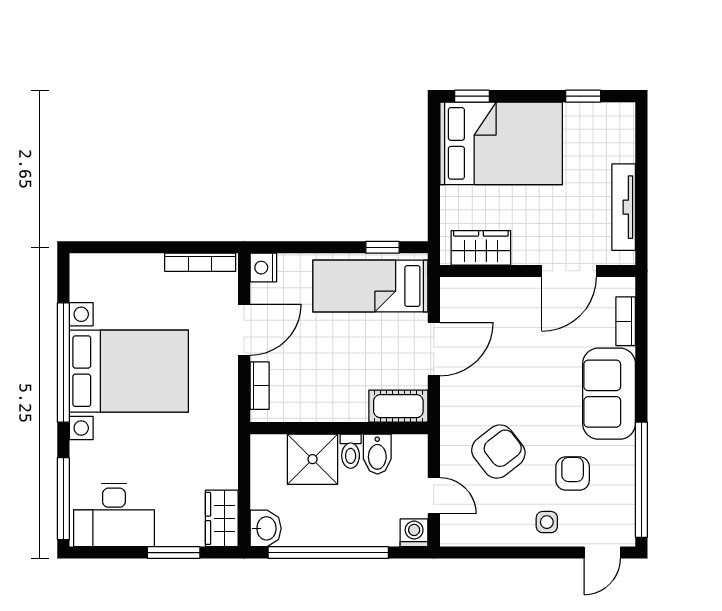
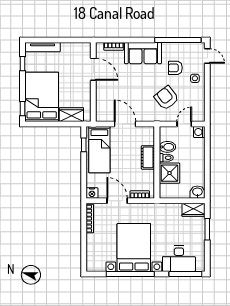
tv unit: (624, 207) -> (43, 47), moved
wardrobe: (481, 248) -> (71, 115), moved, turned 90
cot: (398, 406) -> (148, 157), moved
desk: (114, 515) -> (179, 259), moved, turned 90
window: (328, 553) -> (207, 167), removed

